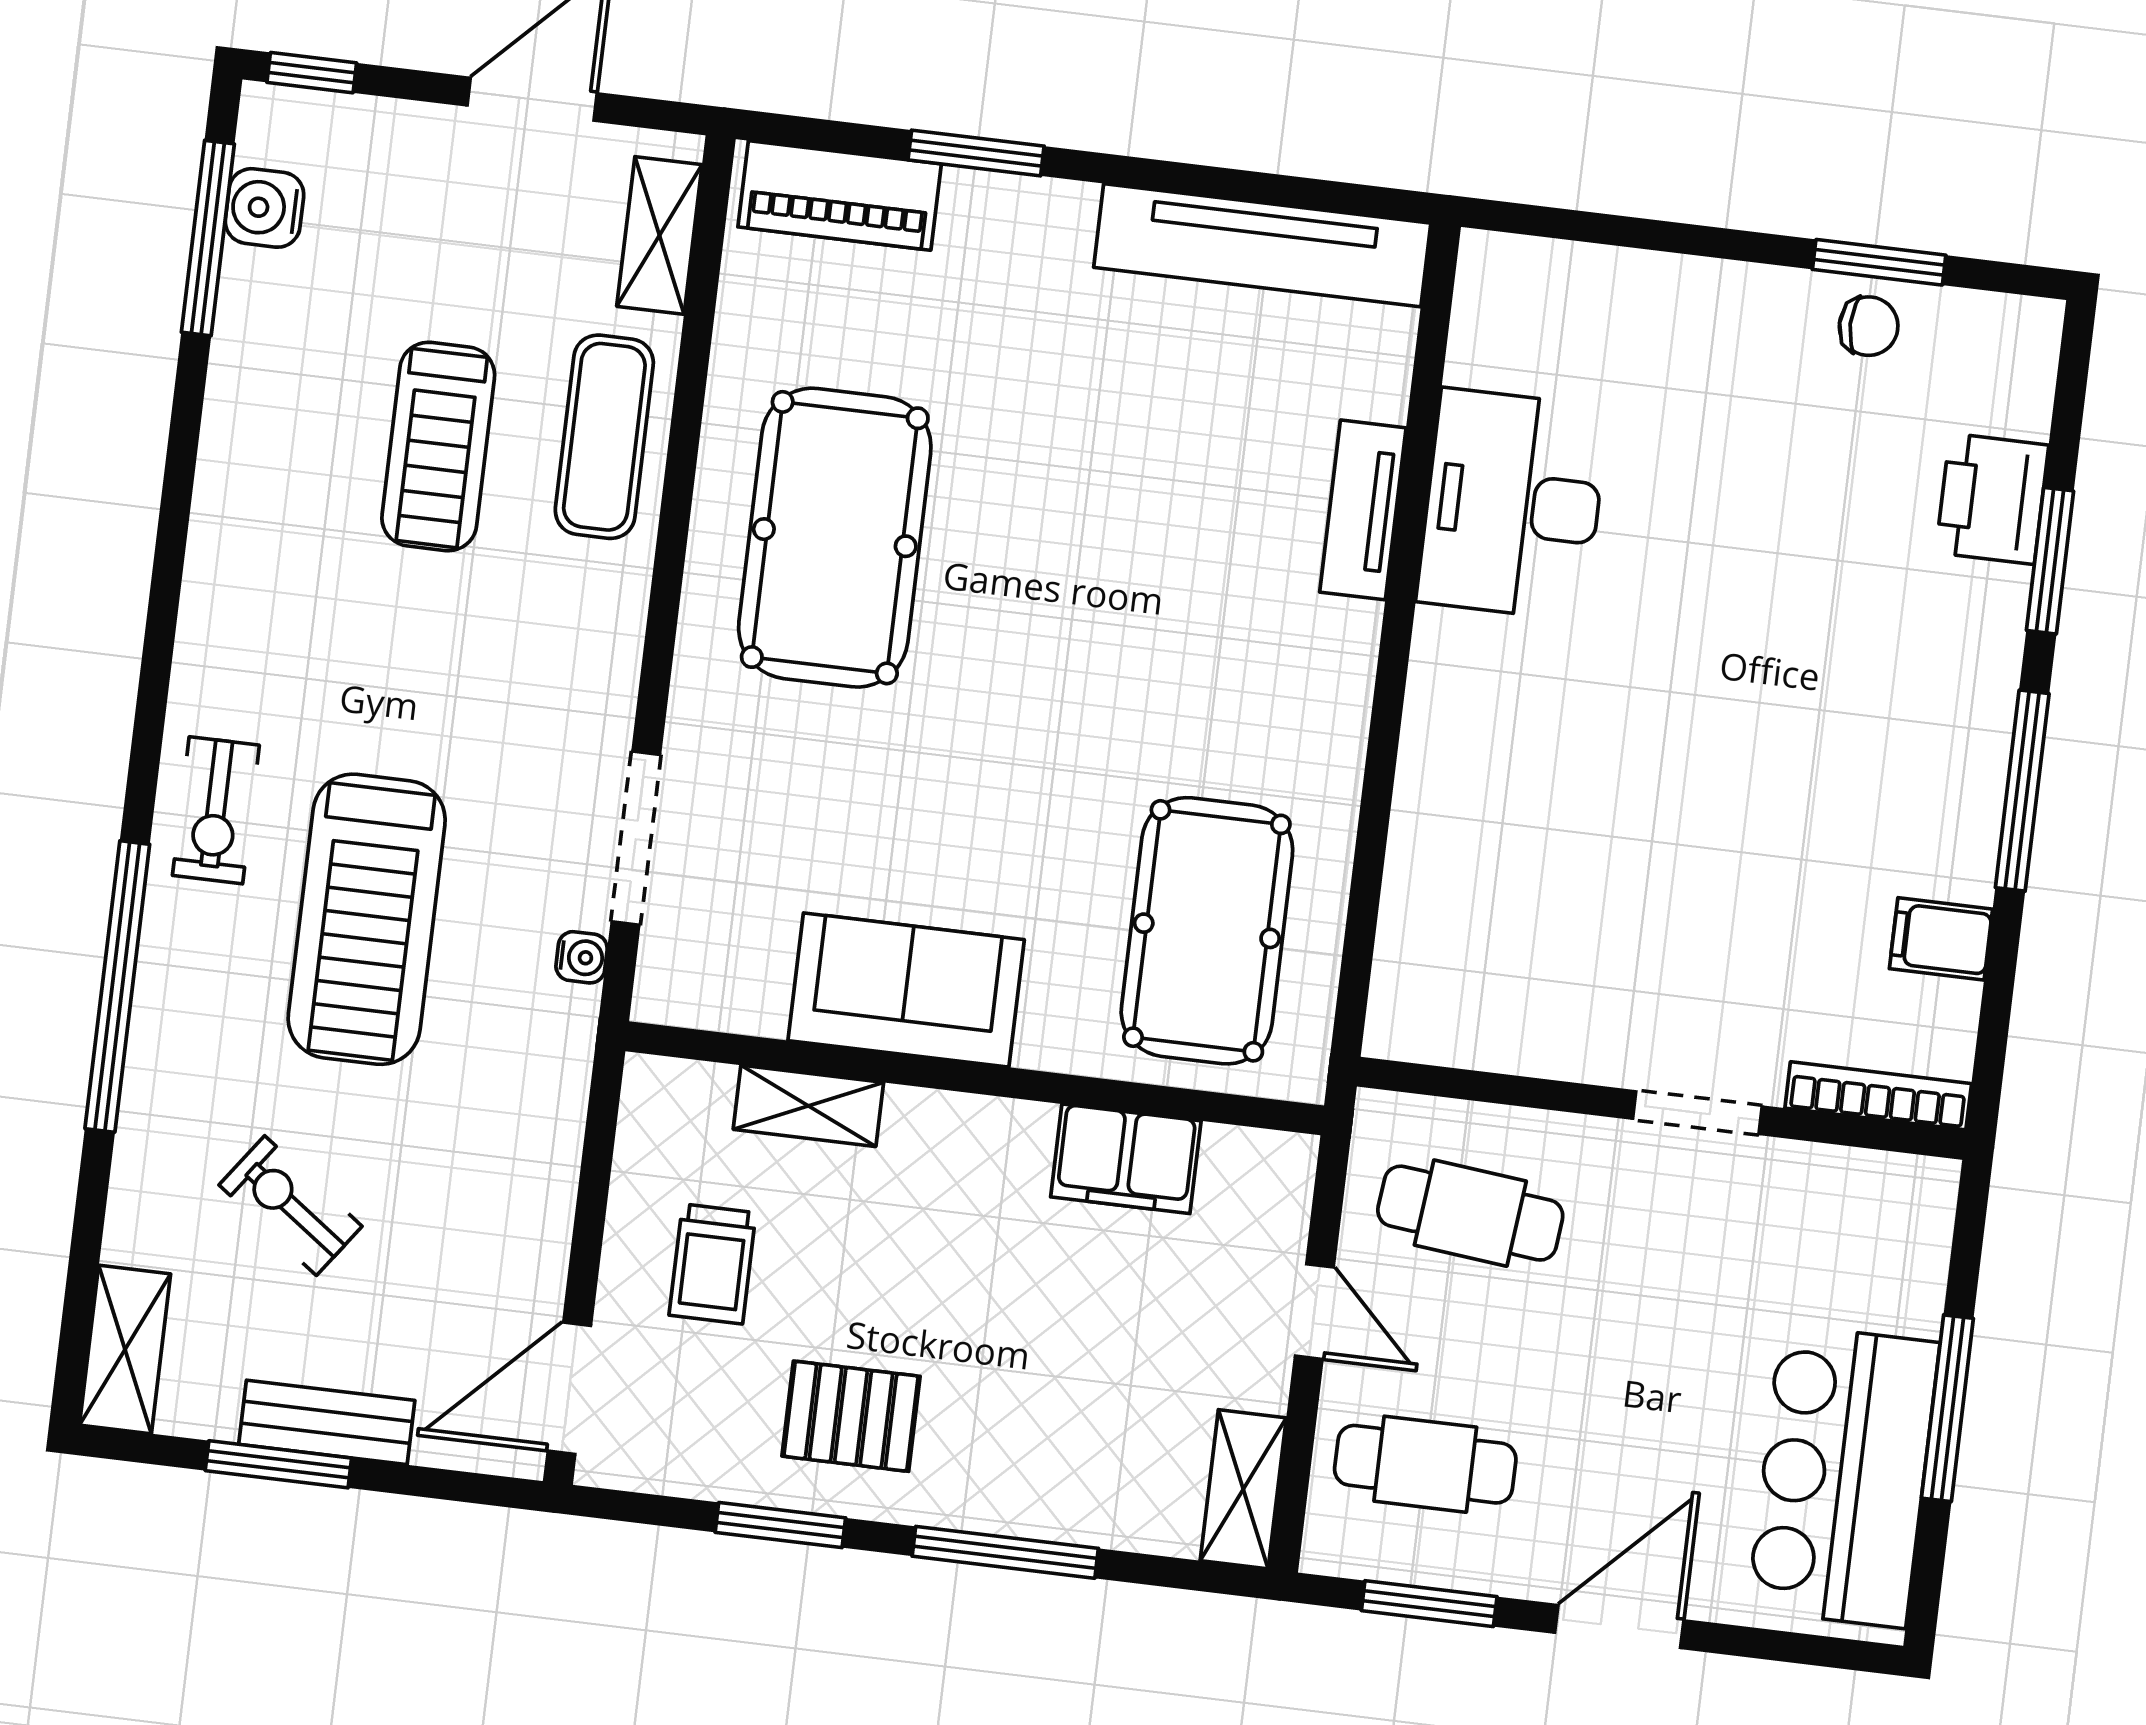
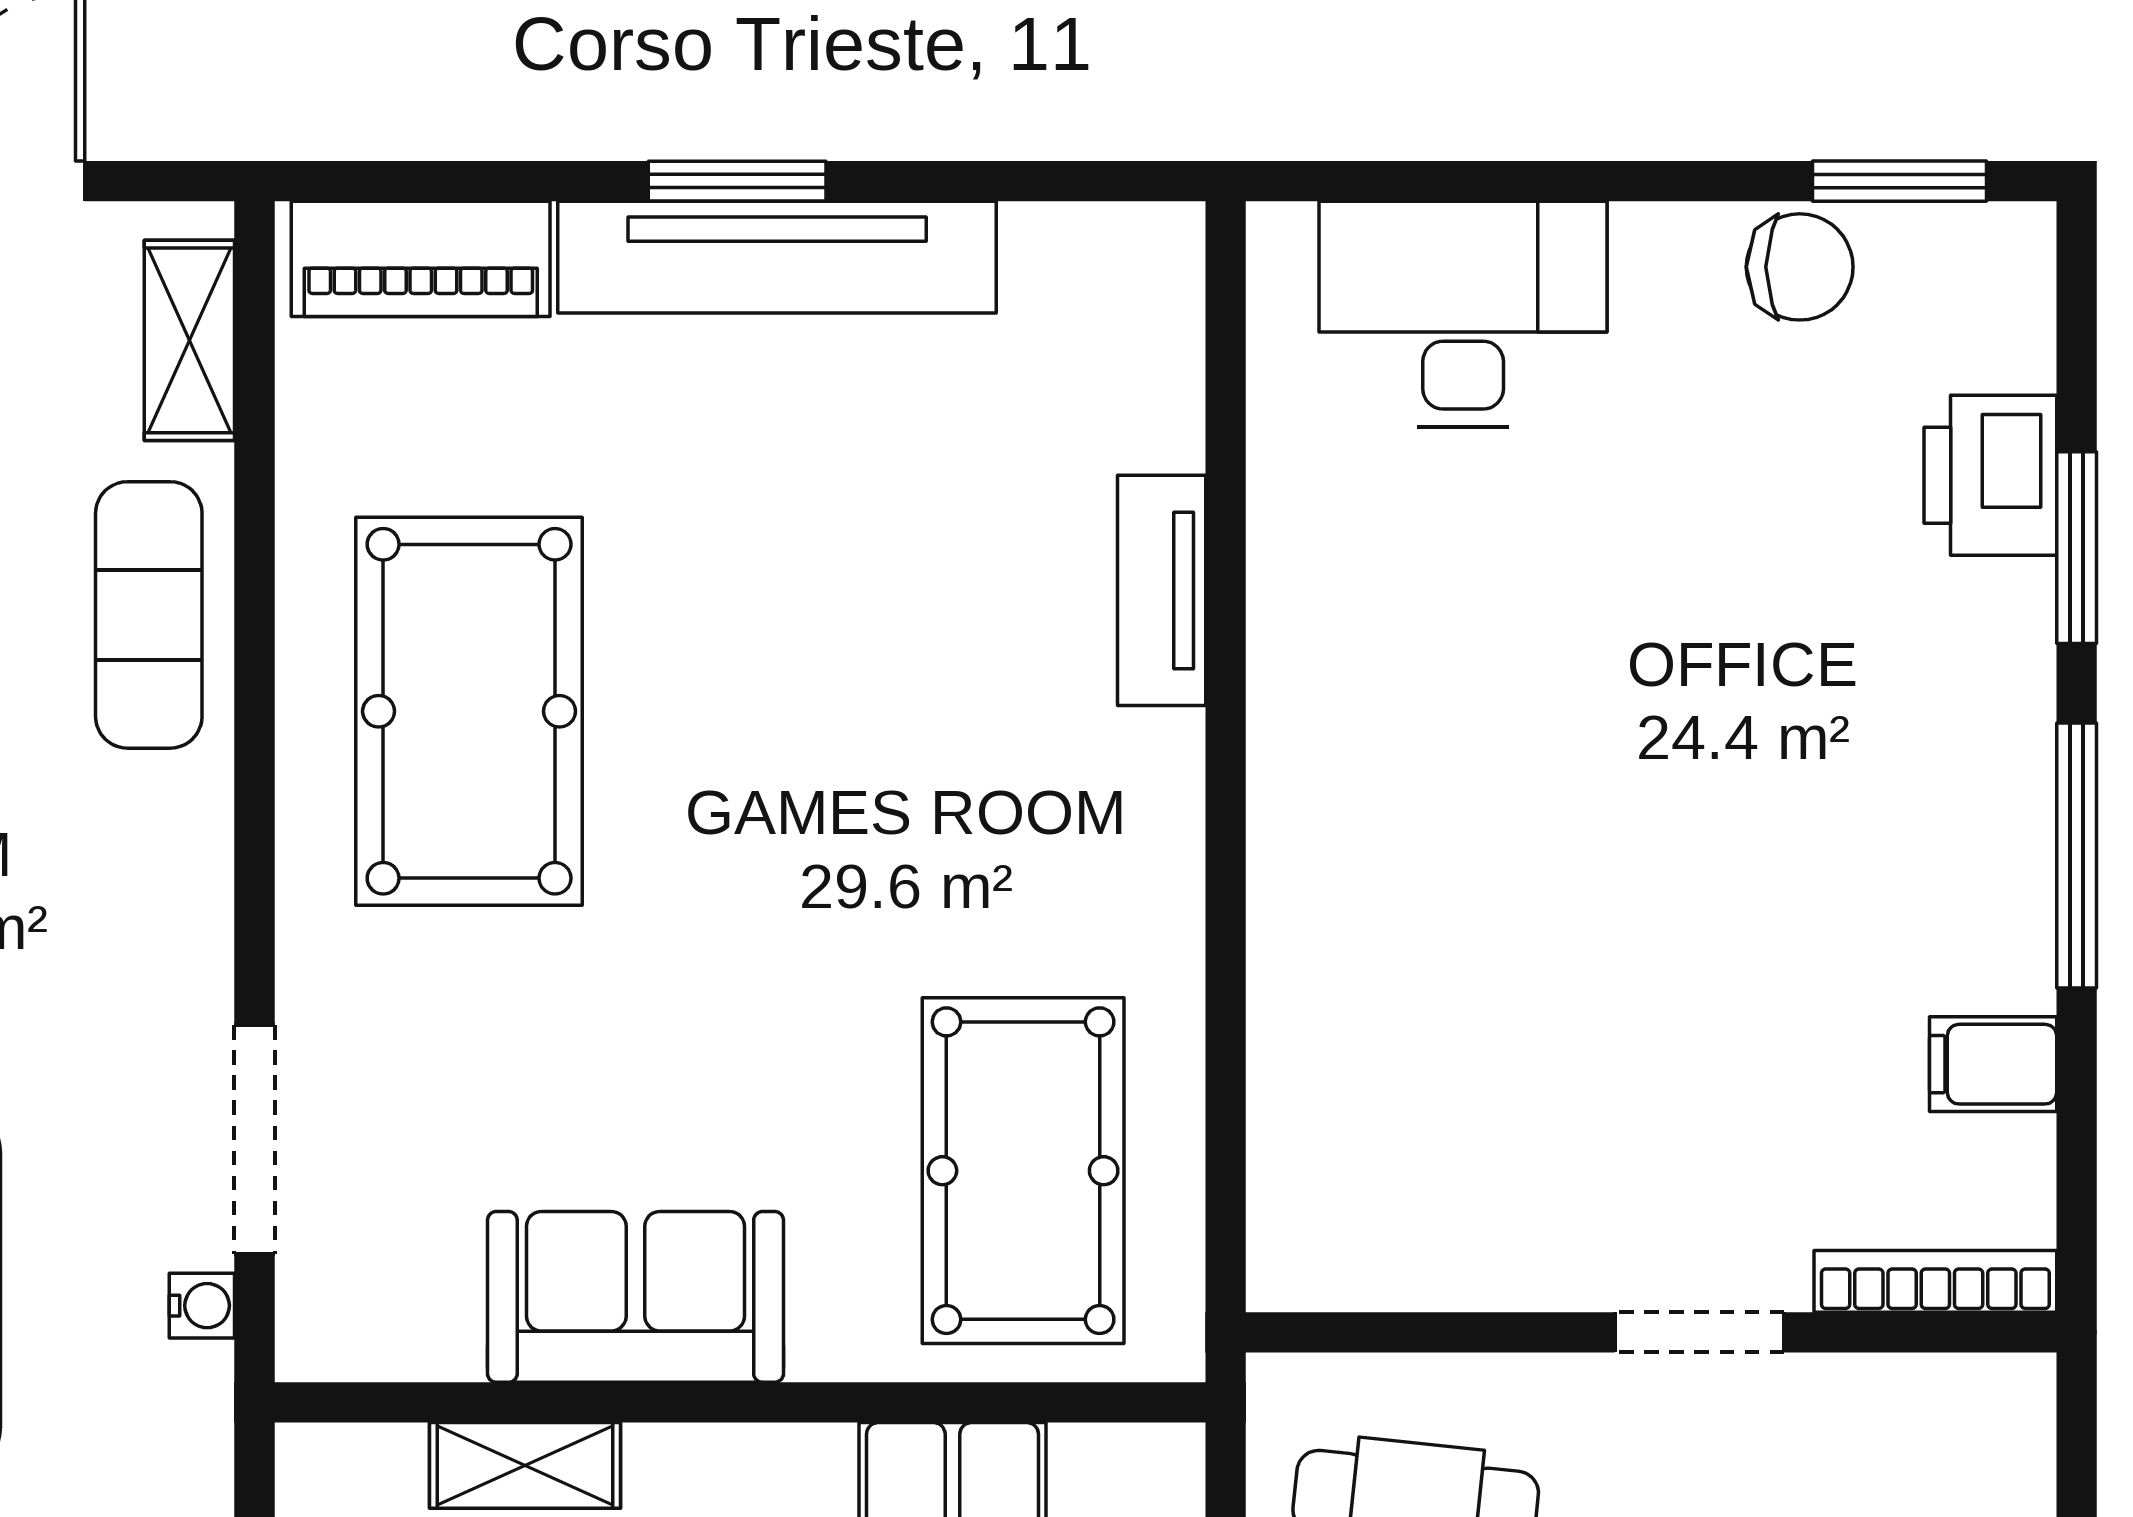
window: (976, 153) -> (737, 181), moved
tv unit: (1262, 245) -> (777, 257), moved
window: (1879, 262) -> (1899, 181), moved
chair: (1869, 326) -> (1800, 267), width x1.37, depth x1.37
desk: (1513, 504) -> (1463, 314), moved, turned 90

